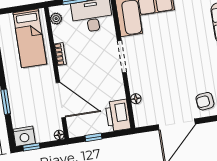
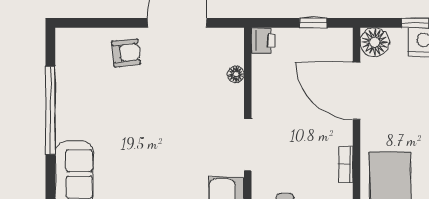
printer: (118, 115) -> (263, 41), width x0.53, depth x0.68
floor lamp: (59, 135) -> (375, 42), width x1.89, depth x1.89

